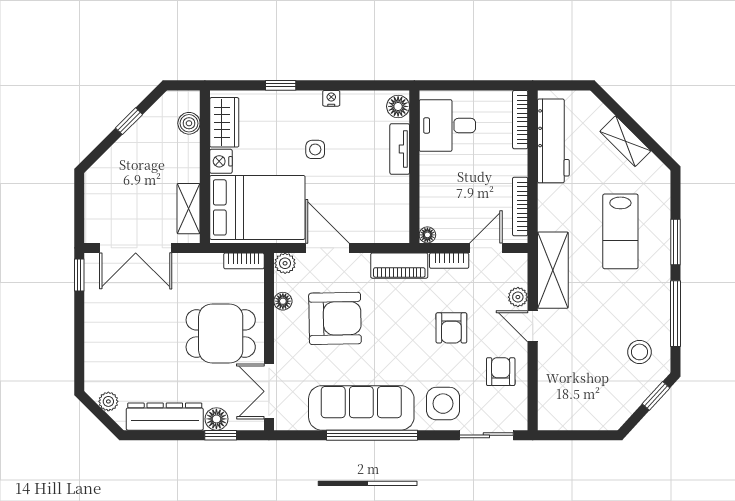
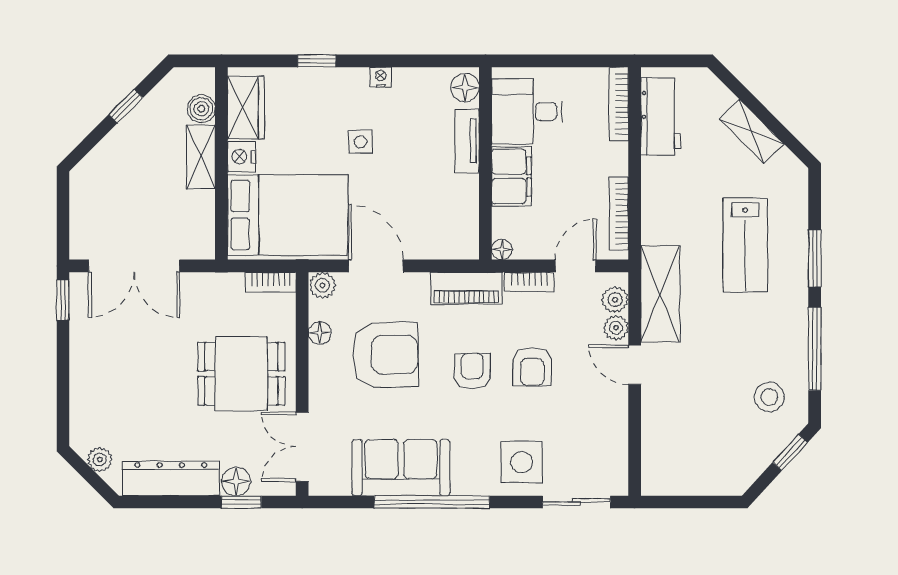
workbench: (553, 141) -> (661, 116), width x0.73
filing cabinet: (435, 177) -> (511, 177), added
shelving: (189, 209) -> (201, 157), moved
plant: (517, 275) -> (615, 300), added
armchair: (501, 372) -> (472, 371), moved
sofa: (361, 408) -> (401, 468), width x0.73

